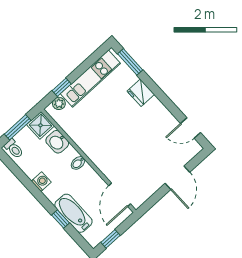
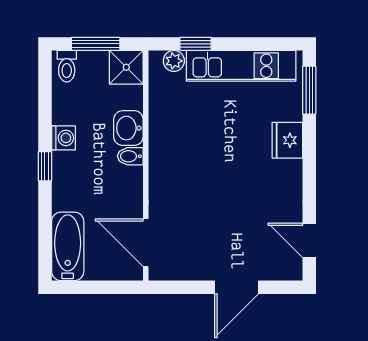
washbasin: (57, 142) -> (128, 128), moved
door: (120, 195) -> (146, 243), hinge flipped
bathtub: (73, 213) -> (68, 246), moved
window: (61, 219) -> (45, 166), moved
window: (110, 239) -> (84, 287), removed

